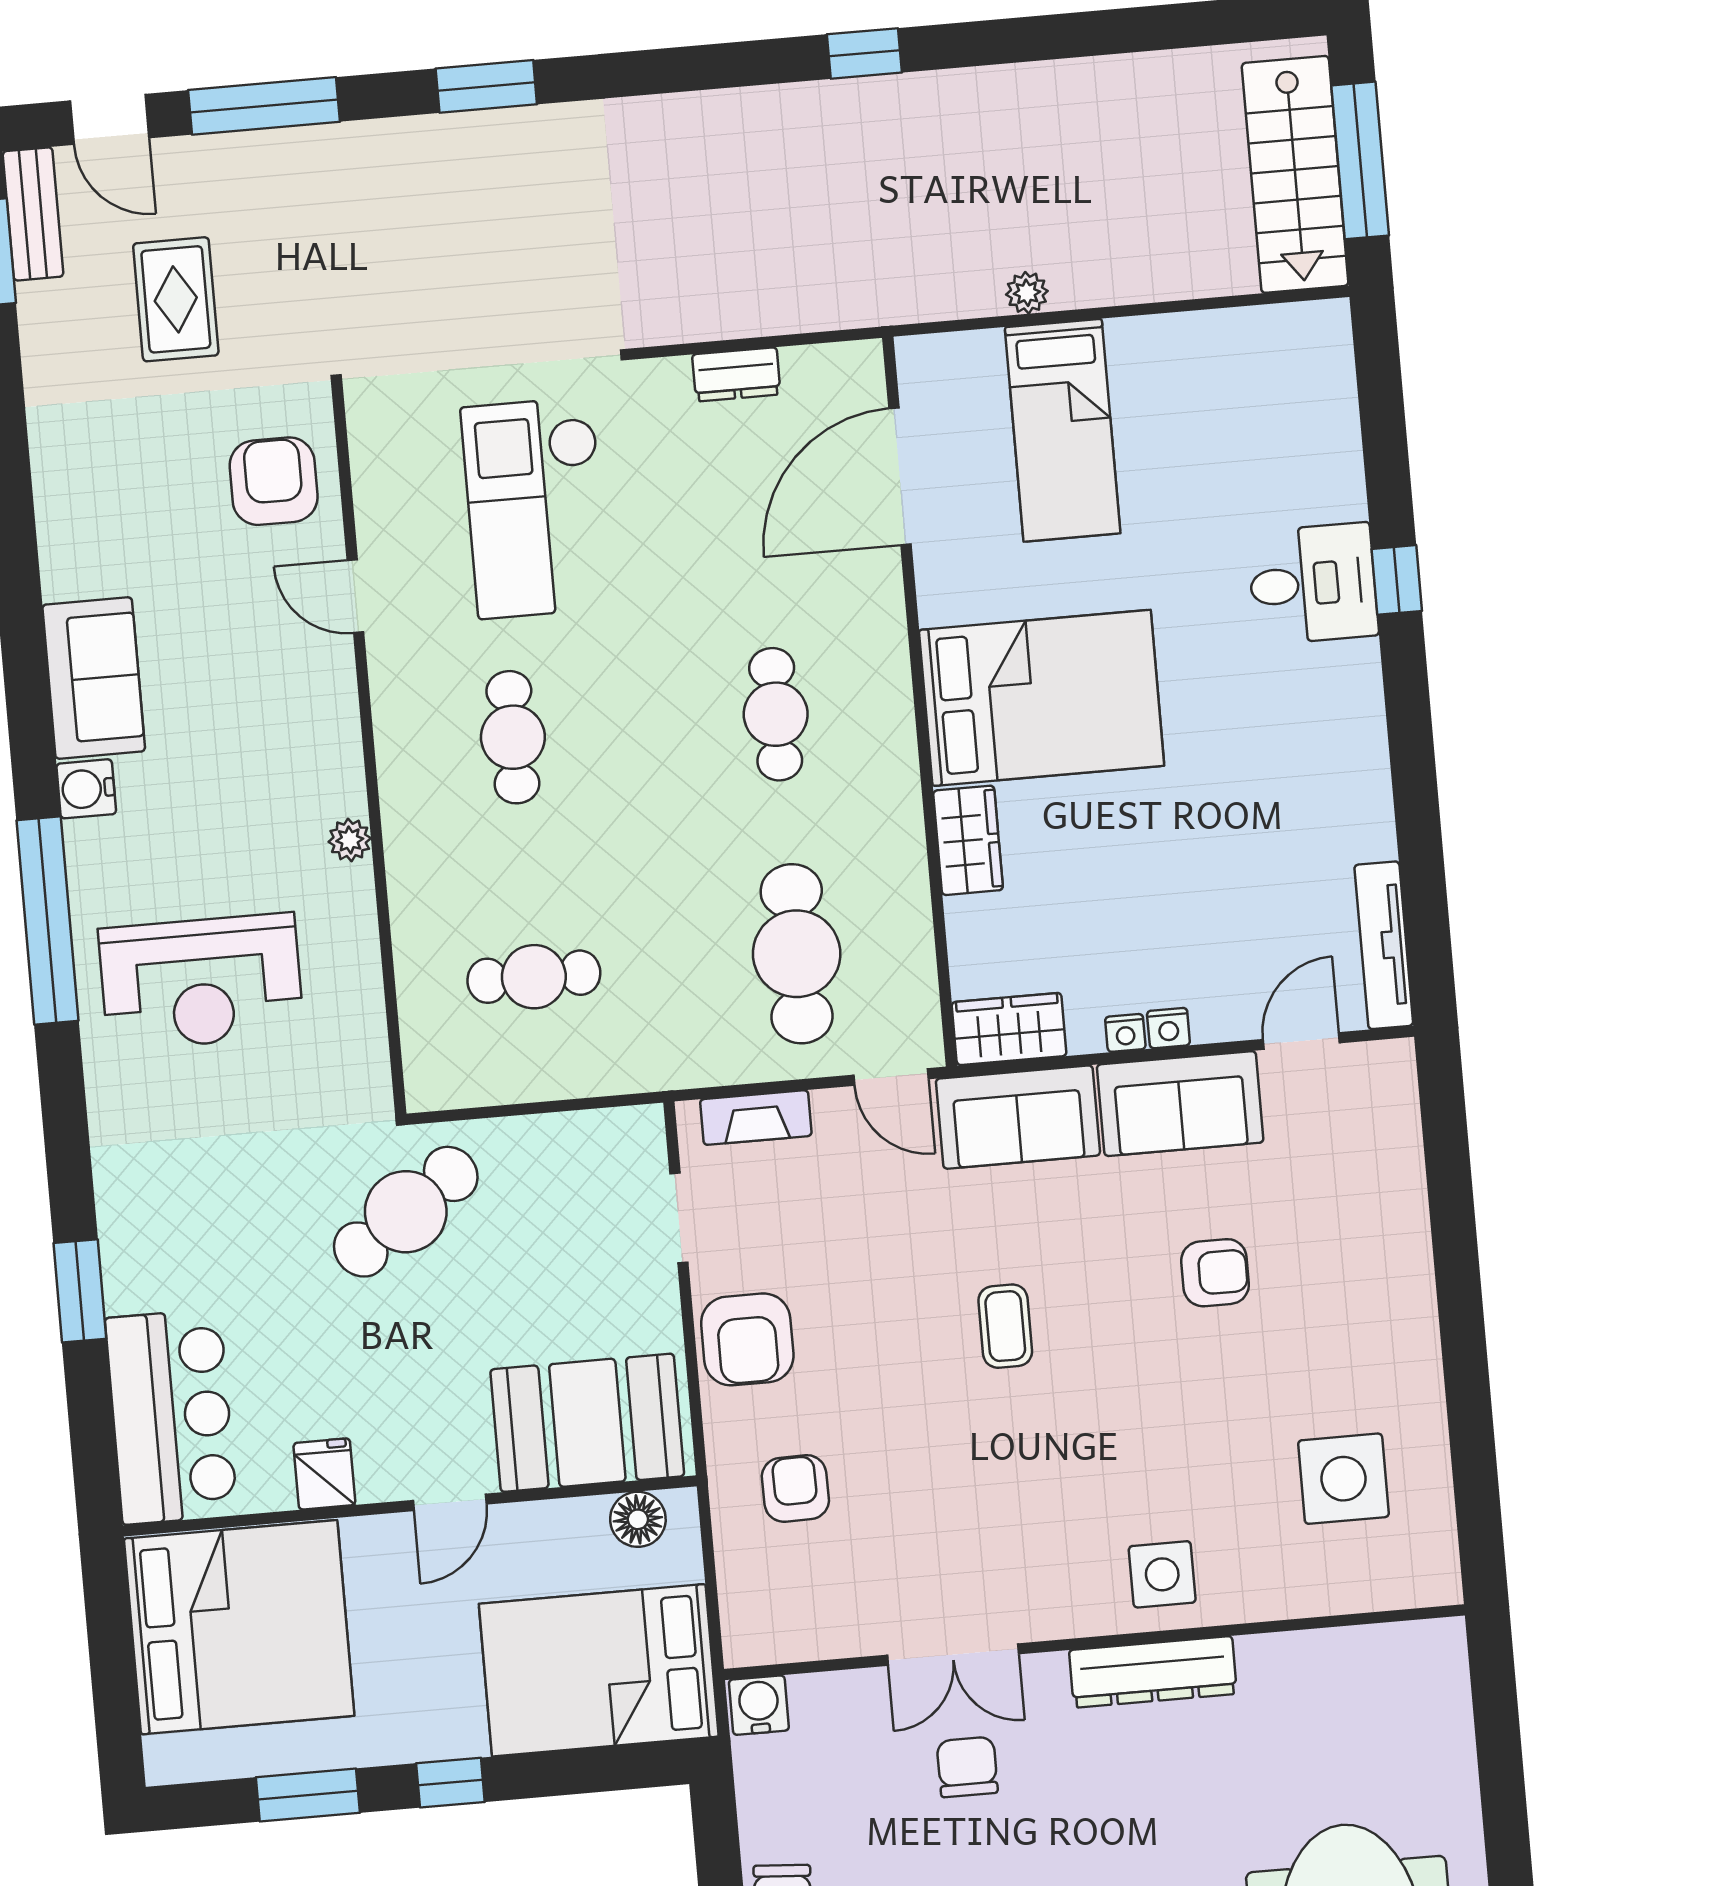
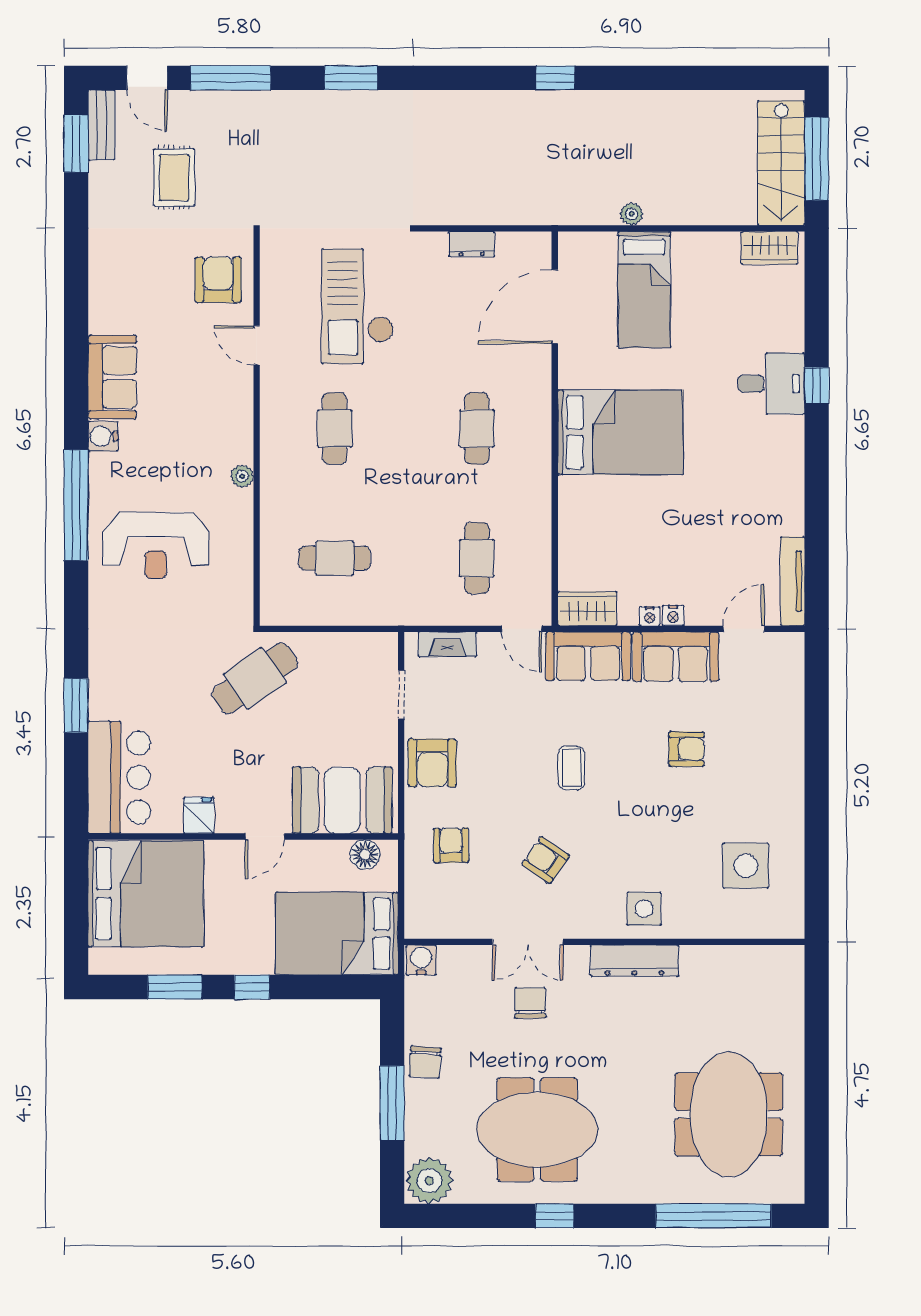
wardrobe: (968, 840) -> (770, 248), moved, turned 90
cafe table: (797, 954) -> (477, 558), width x0.73, depth x0.74
armchair: (972, 1500) -> (546, 860), added

